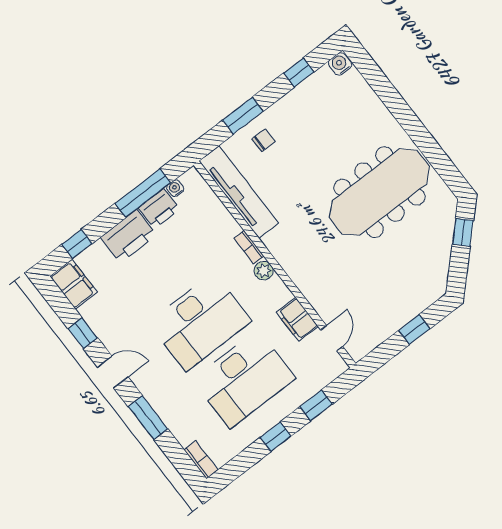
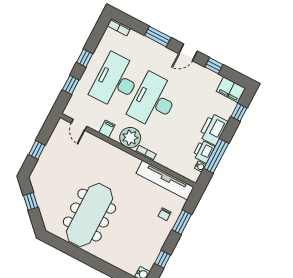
window: (463, 232) -> (31, 201), moved
plant: (264, 271) -> (130, 138), width x1.87, depth x1.87
filing cabinet: (297, 319) -> (107, 129), width x0.50

